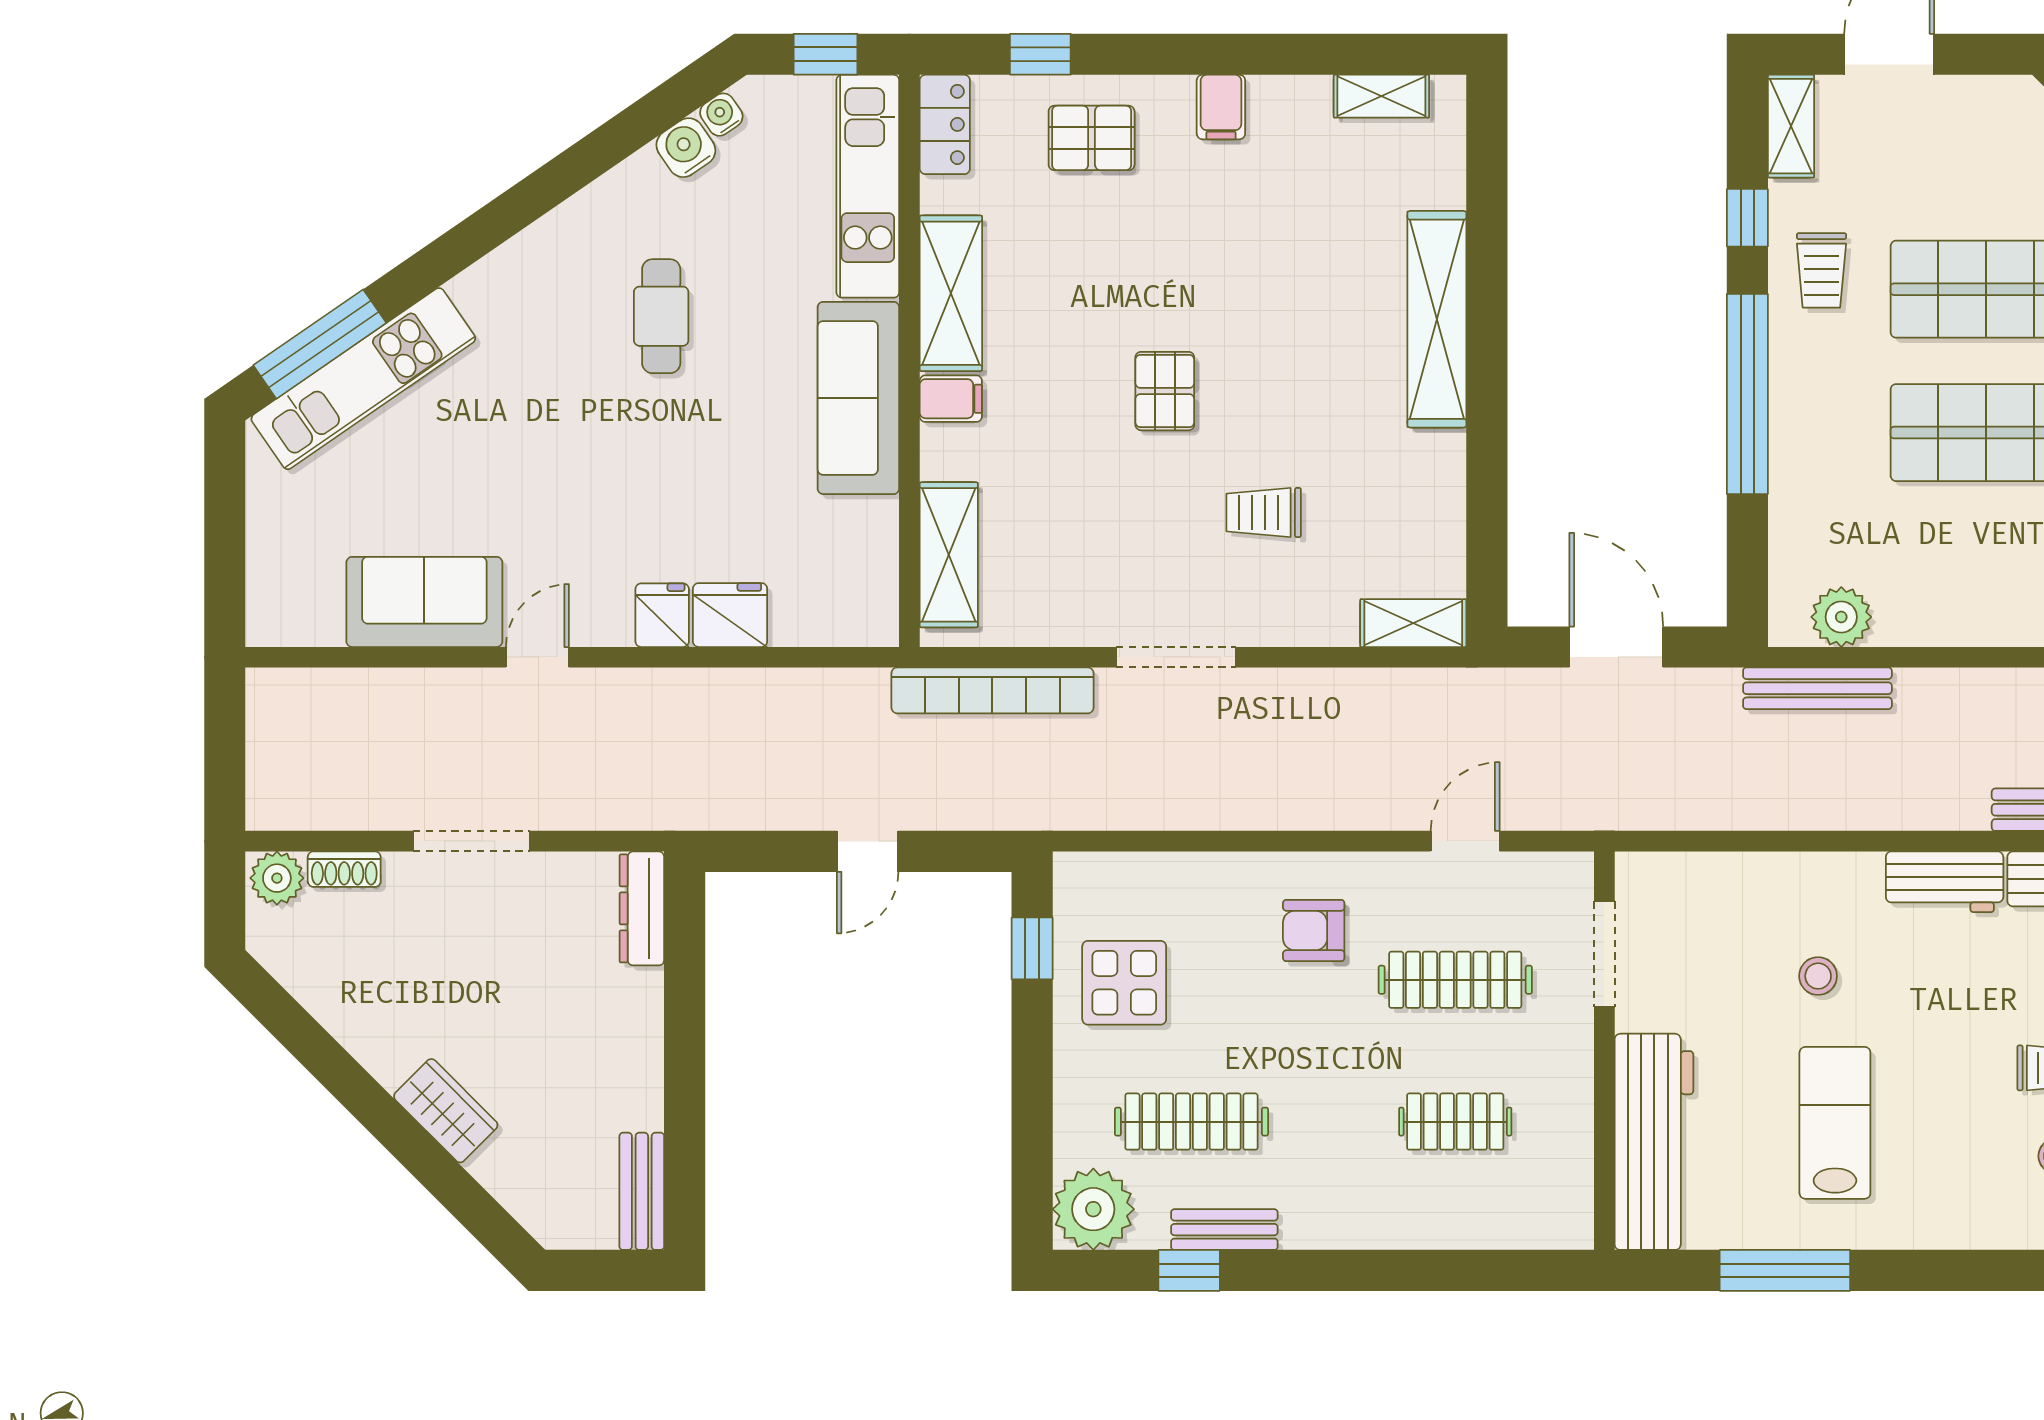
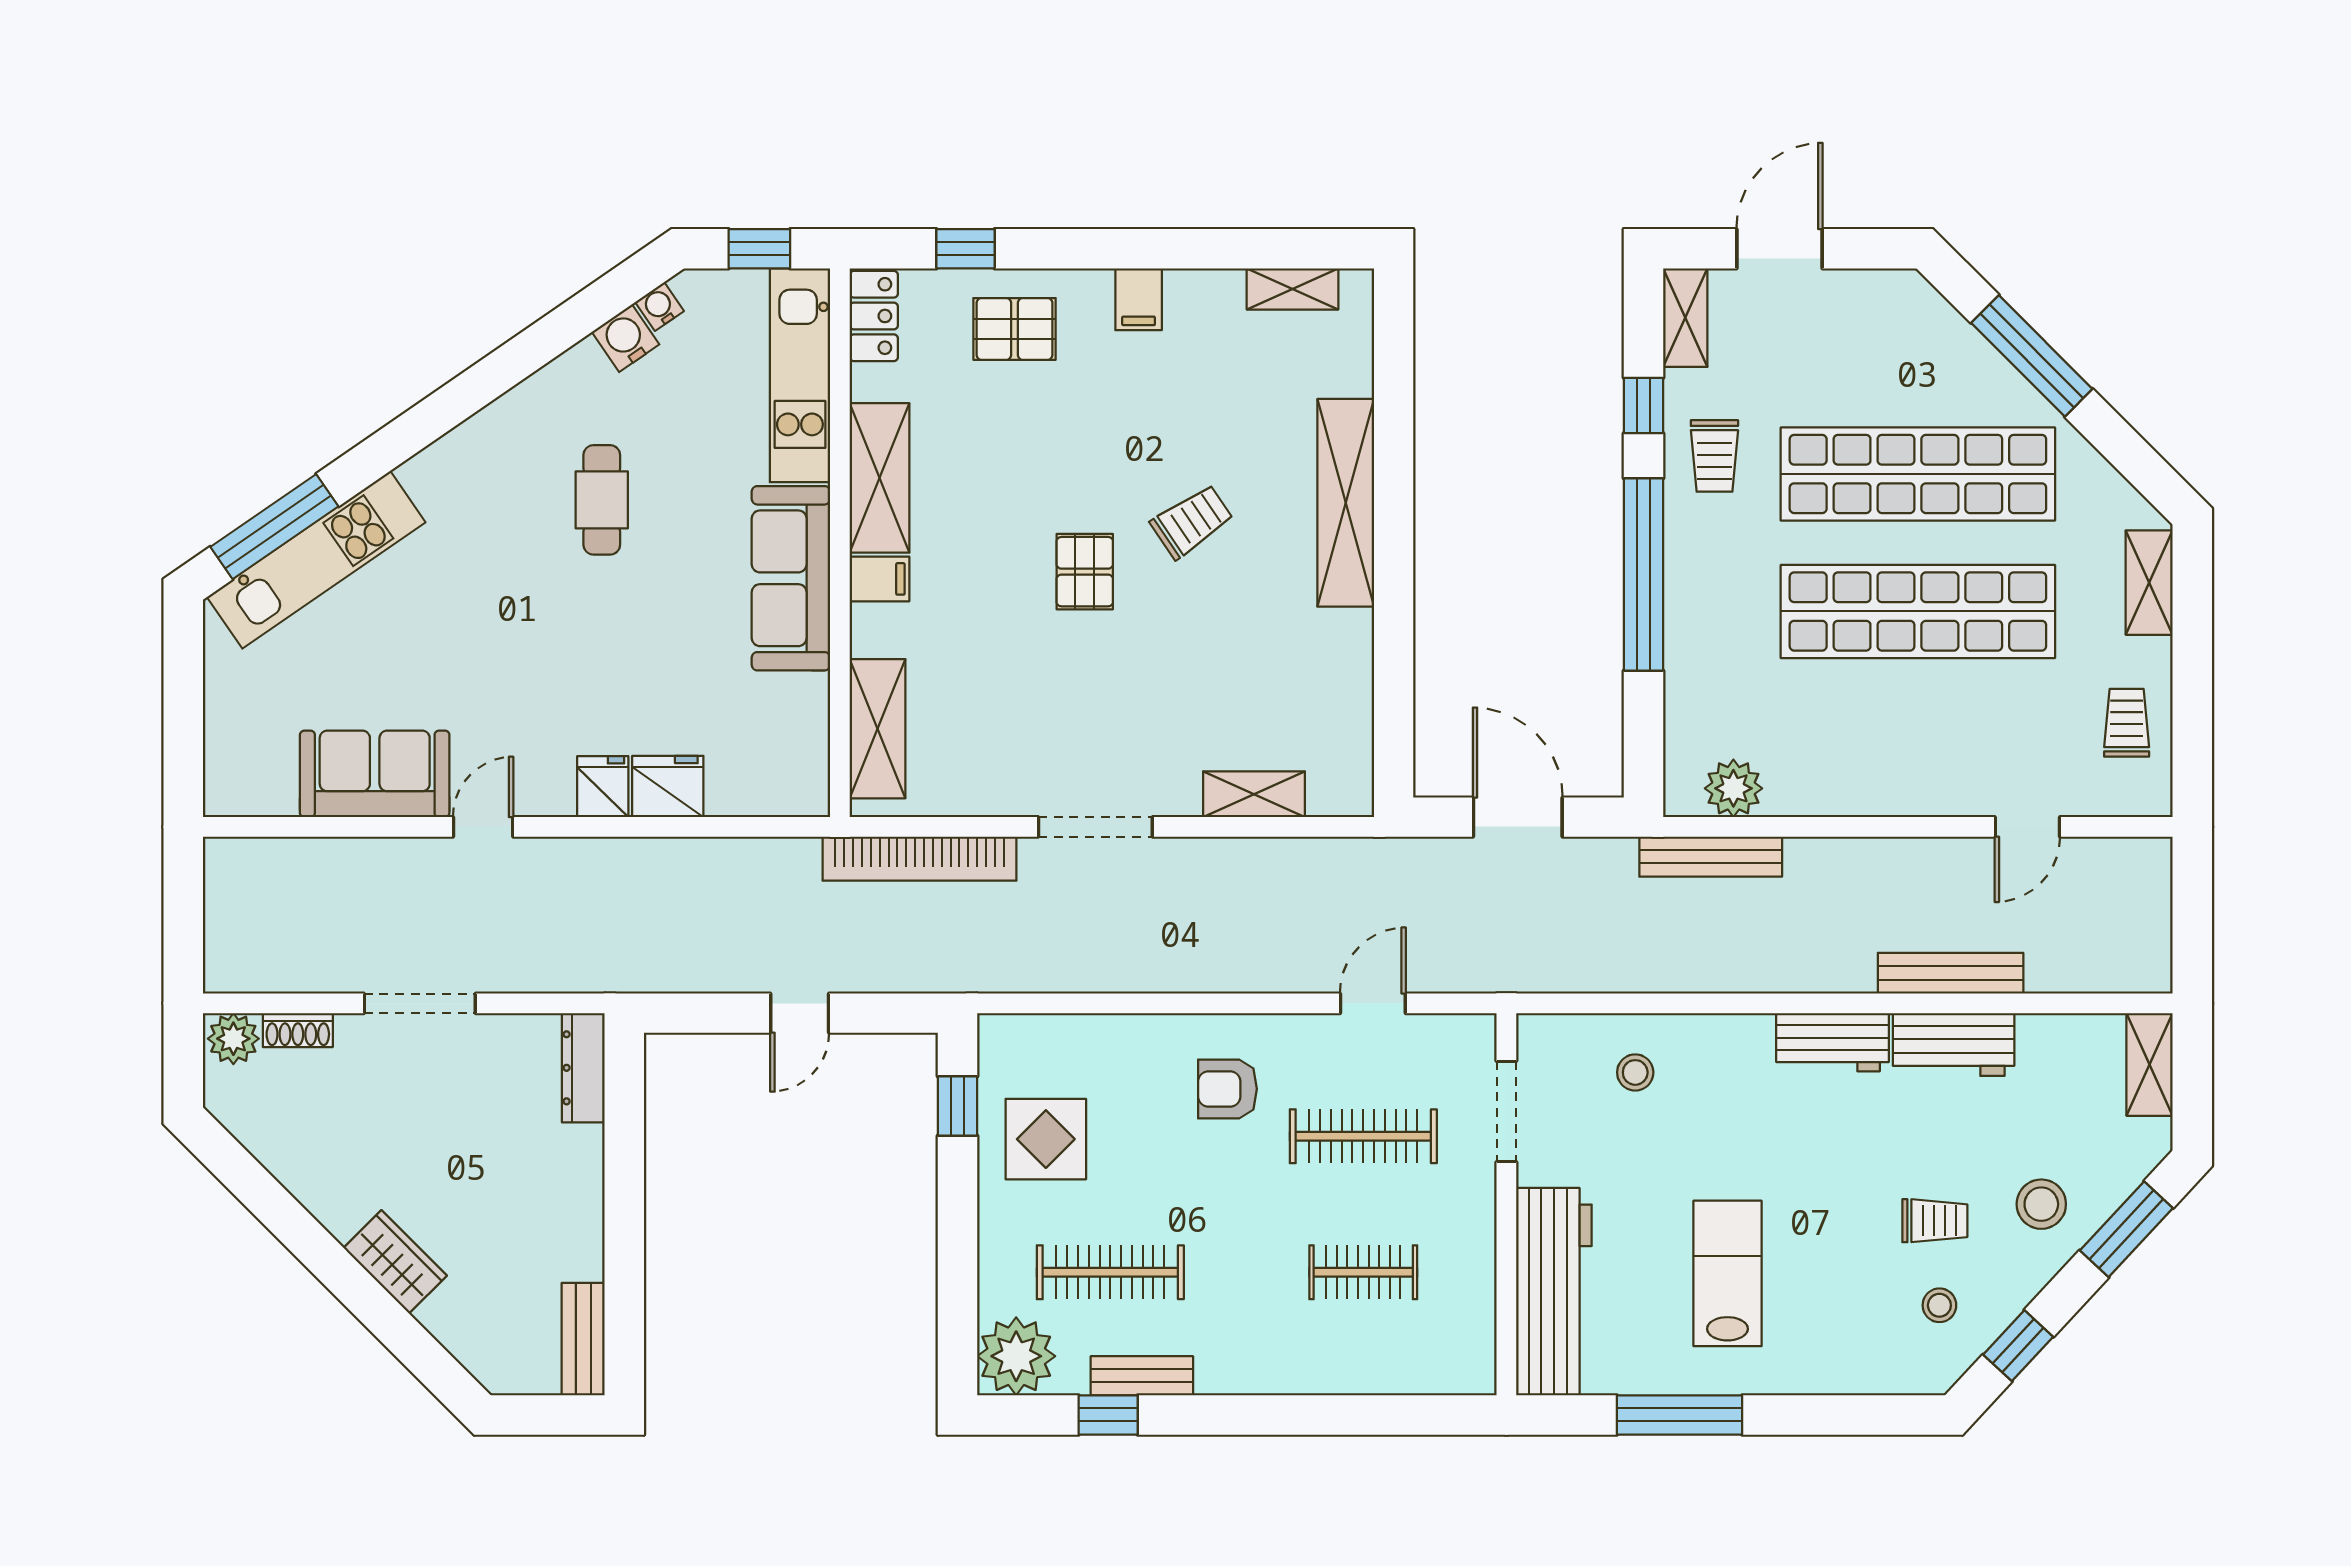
trolley: (1264, 513) -> (1192, 521), moved, turned 146
shelving: (1413, 623) -> (1254, 794), moved
stool: (1818, 976) -> (1635, 1072), moved

